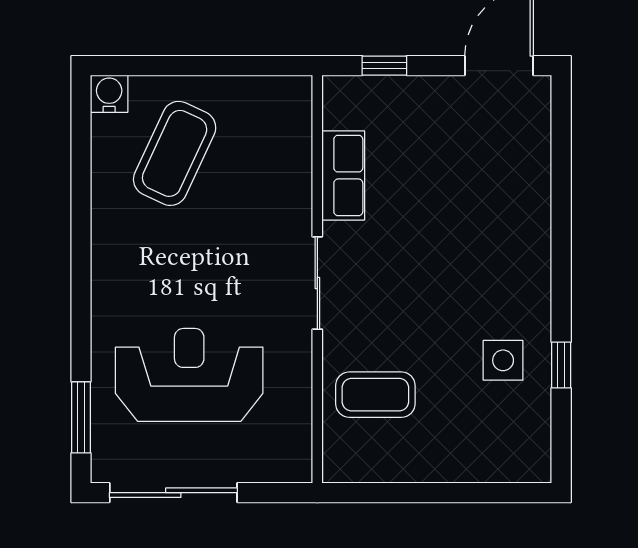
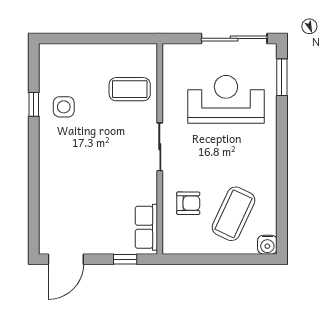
armchair: (262, 174) -> (188, 203), added
row of seats: (343, 175) -> (146, 227), moved
reception desk: (189, 375) -> (226, 99), turned 180

